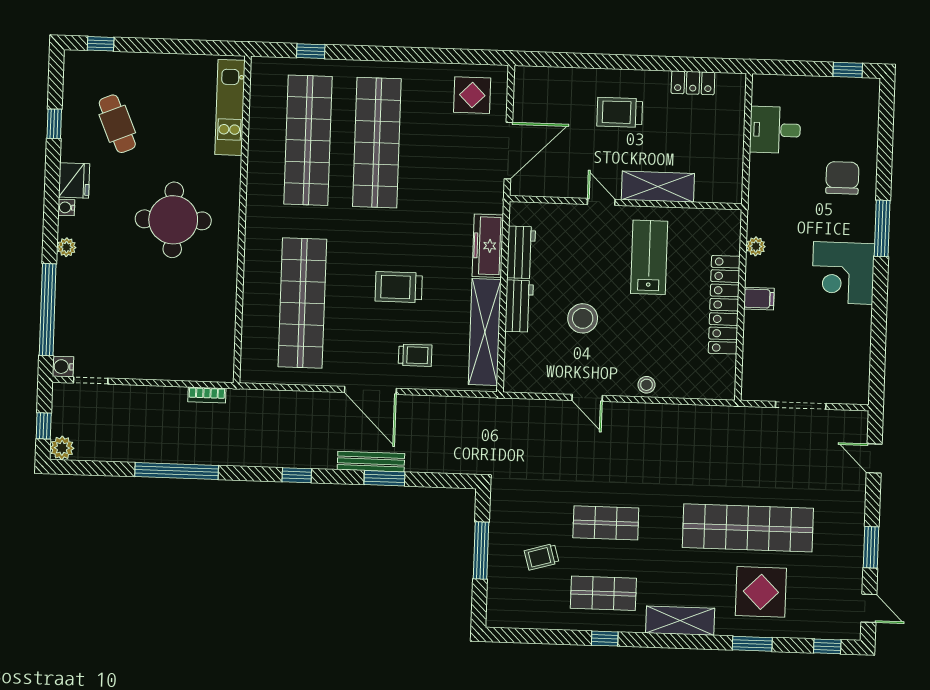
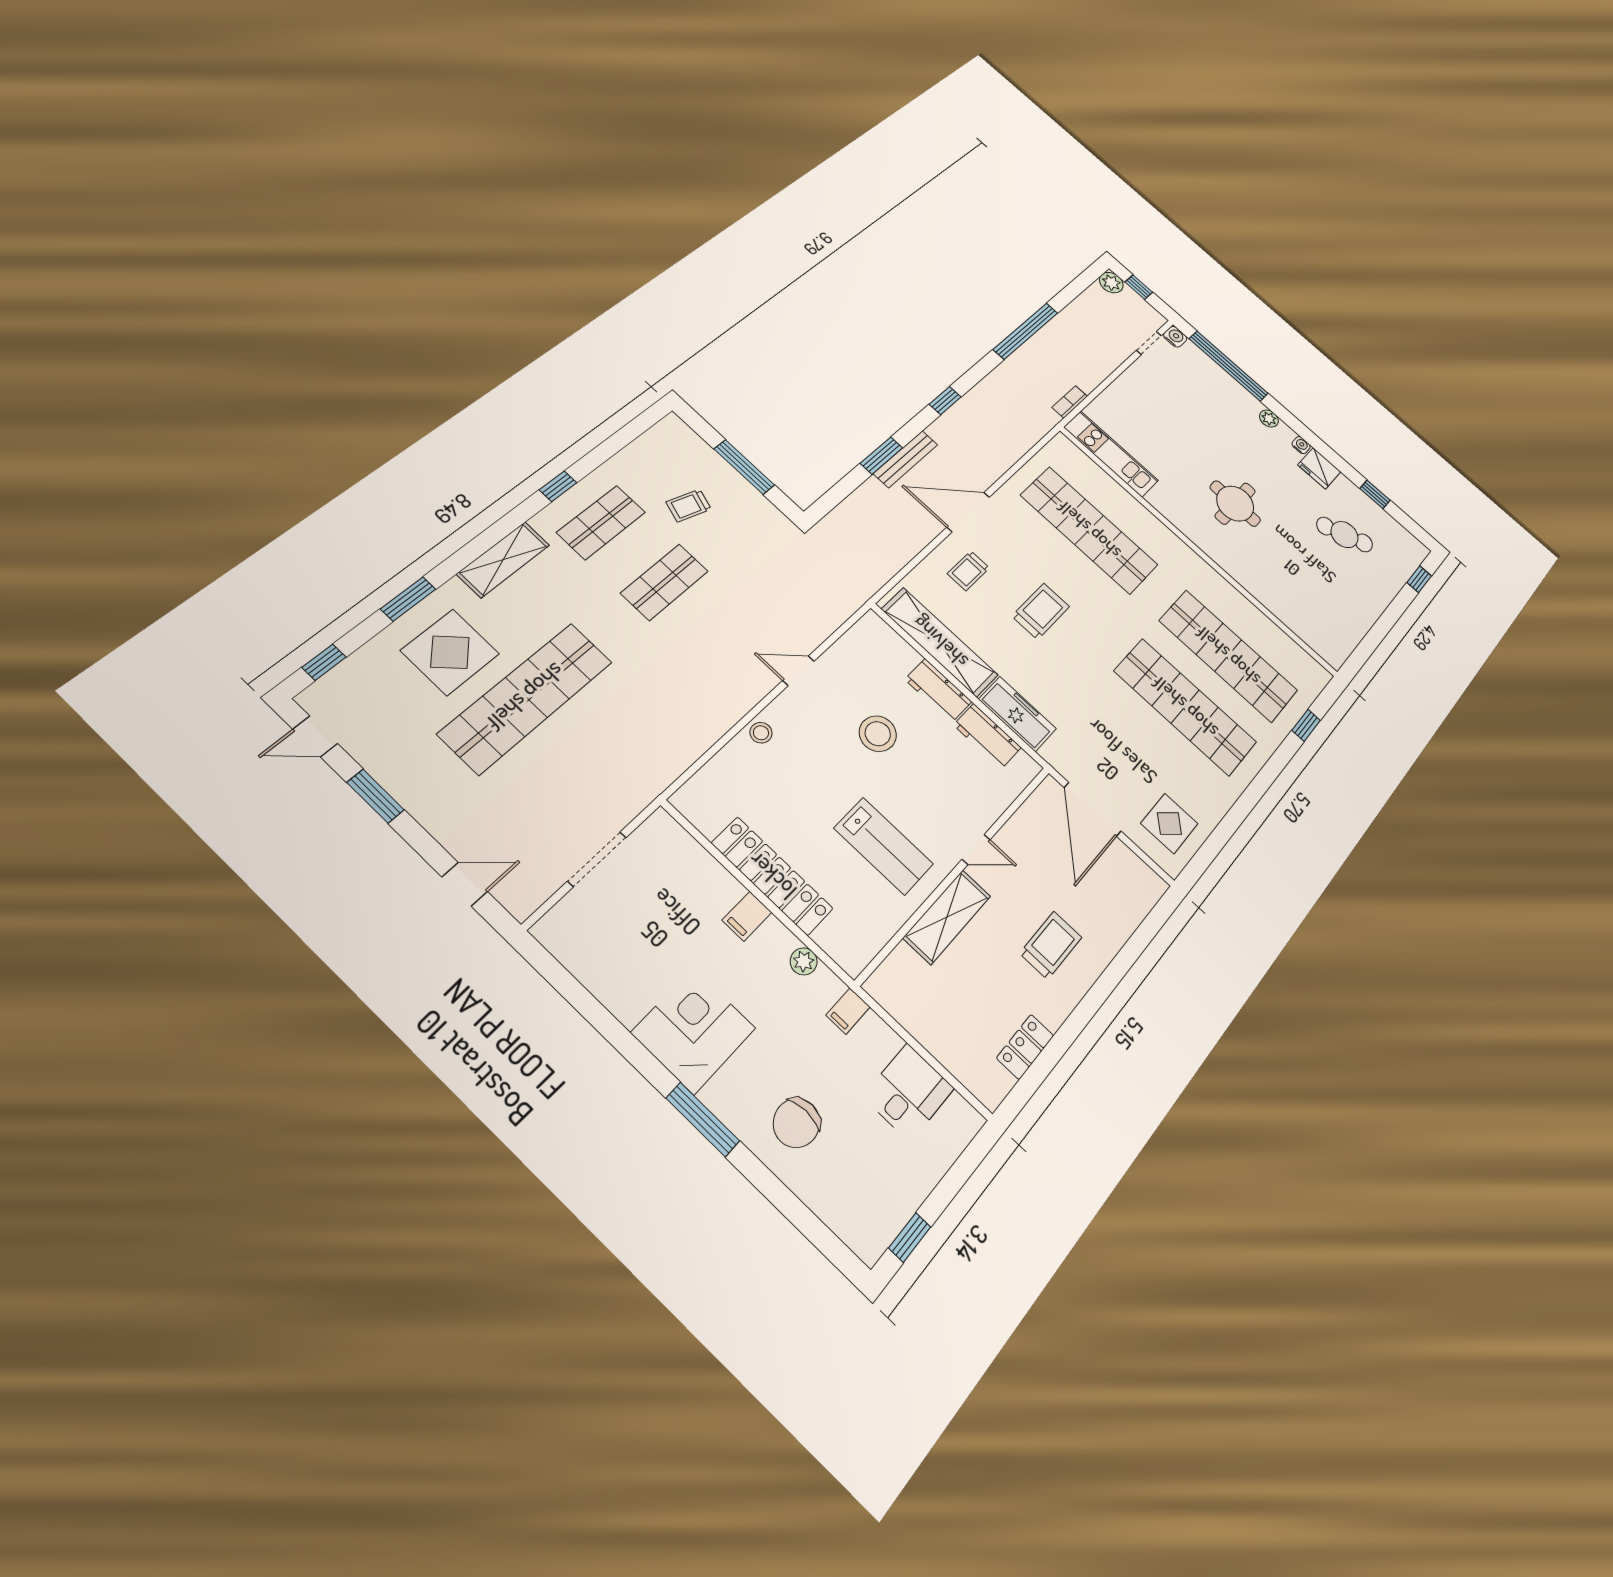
kitchen unit: (230, 107) -> (1111, 454), moved
chair: (842, 178) -> (797, 1123), turned 90
filing cabinet: (761, 199) -> (848, 1011), added
round table: (173, 220) -> (1235, 504), width x0.73, depth x0.73
trolley: (542, 557) -> (689, 506), turned -146

